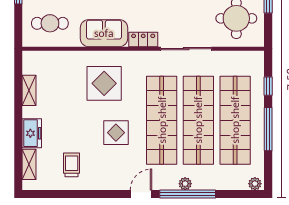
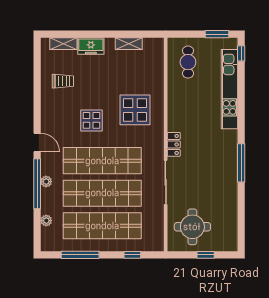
sofa: (104, 33) -> (179, 110), removed
window: (268, 129) -> (80, 255), moved
plant: (255, 184) -> (46, 221), moved

